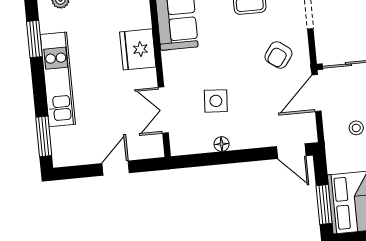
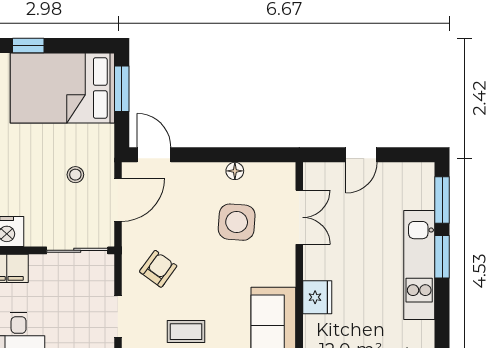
window: (34, 39) -> (442, 257), moved
fridge: (138, 49) -> (317, 297), width x0.73, depth x0.75
door: (316, 93) -> (118, 200), moved
side table: (216, 101) -> (237, 222), width x1.37, depth x1.37

